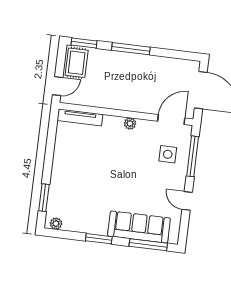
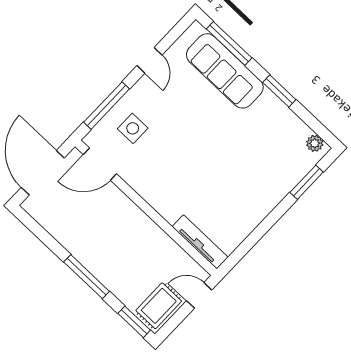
plant: (130, 124) -> (149, 194), removed

